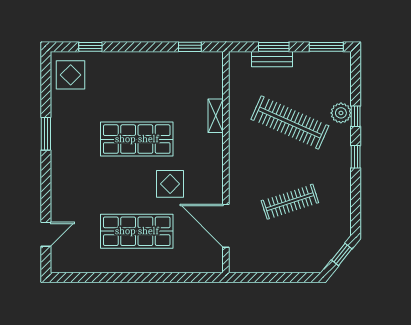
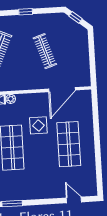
plant: (216, 141) -> (11, 99), added
window: (356, 157) -> (26, 12), moved

